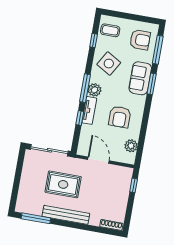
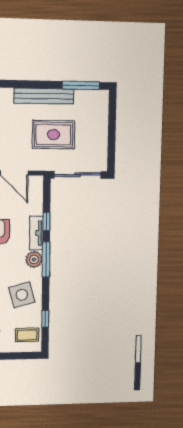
side table: (109, 64) -> (22, 295), turned 45

